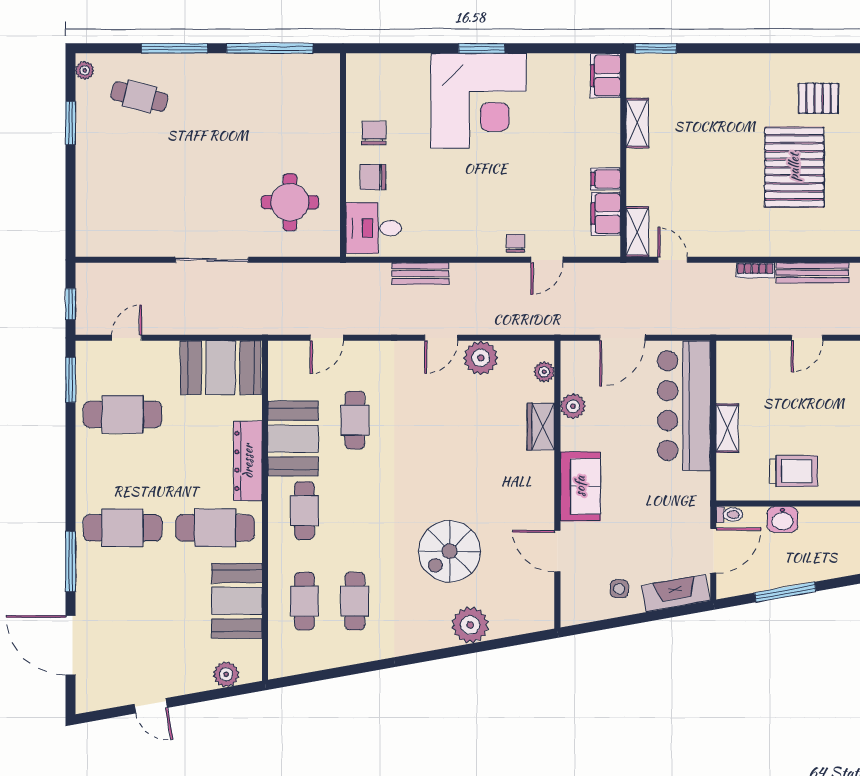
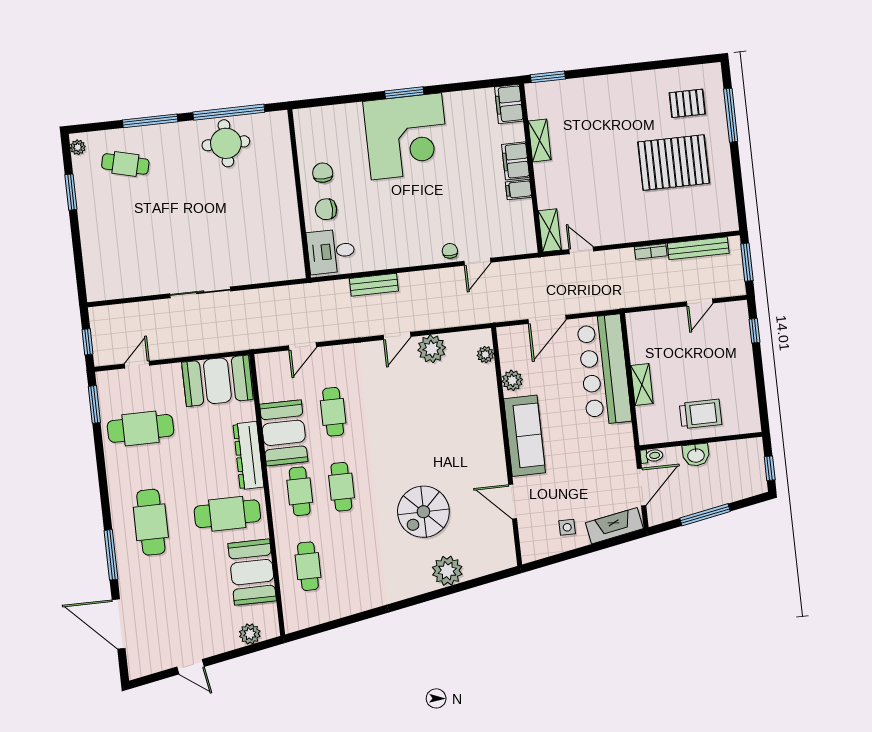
pallet: (794, 167) -> (674, 163), turned 90
round table: (290, 202) -> (226, 143), moved
filing cabinet: (606, 214) -> (516, 161), moved
wardrobe: (541, 427) -> (488, 400), removed
sofa: (580, 486) -> (525, 436), width x1.36
cafe table: (123, 528) -> (151, 522), turned 90
cafe table: (355, 601) -> (341, 487), moved

